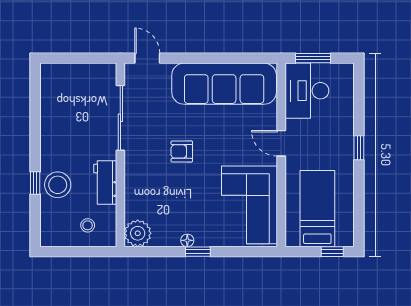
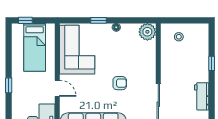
workbench: (105, 182) -> (202, 96), moved, turned 180
stool: (58, 185) -> (198, 62), removed
window: (198, 252) -> (98, 20), moved

